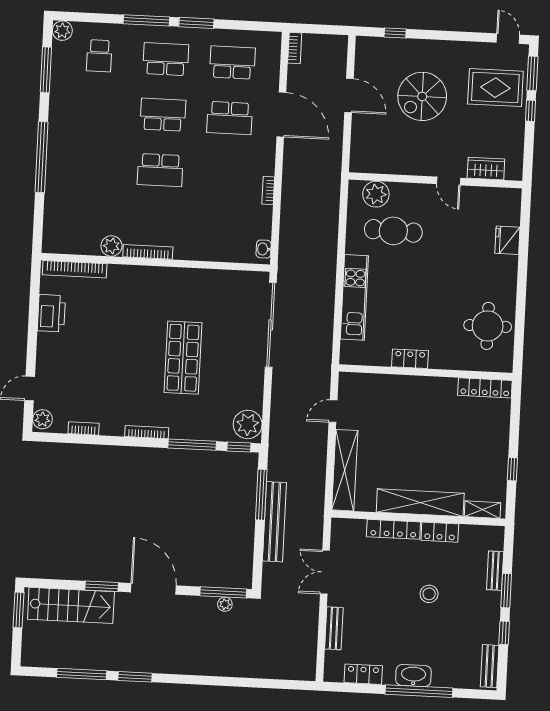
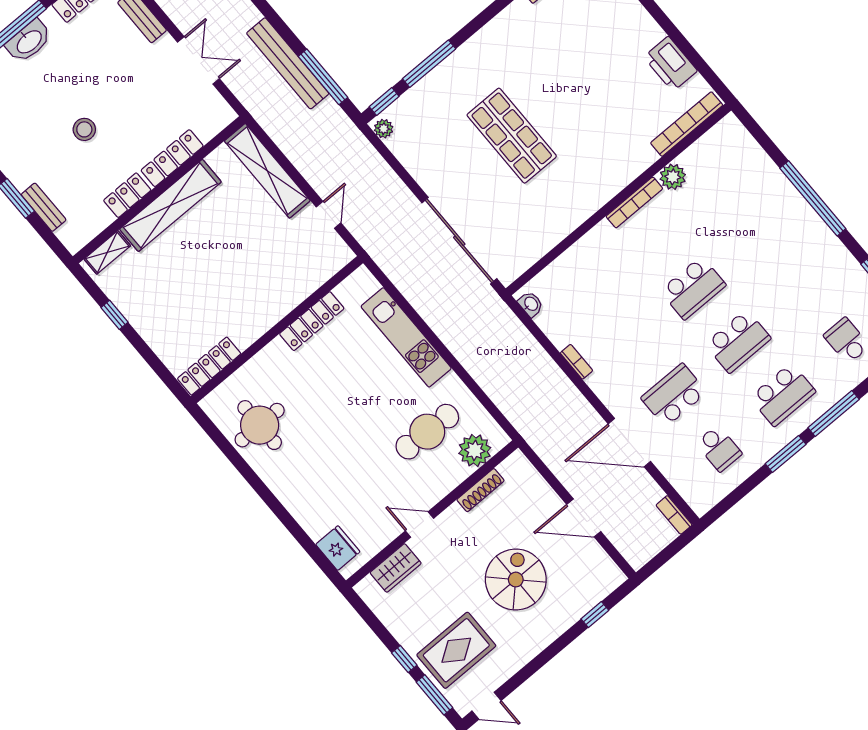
school desk: (232, 62) -> (719, 448), width x0.54
shoe rack: (394, 168) -> (480, 490), added
school desk: (160, 170) -> (693, 288), turned 180
fridge: (507, 240) -> (338, 548), moved
locker: (410, 359) -> (312, 321), width x1.53
plant: (248, 424) -> (384, 129), width x0.53, depth x0.53
bookcase: (147, 432) -> (481, 36), removed

